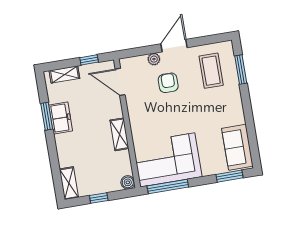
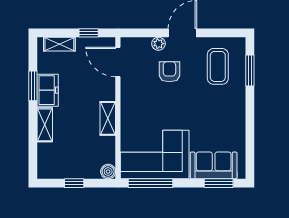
sofa: (237, 147) -> (214, 165), moved, turned 90
shelving: (69, 183) -> (45, 125), moved

